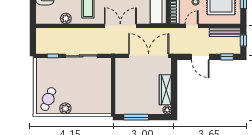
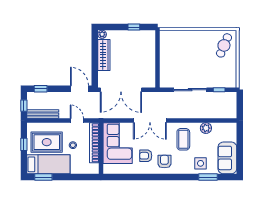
door: (192, 26) -> (77, 121), swing flipped
door: (200, 57) -> (80, 89), moved
plant: (65, 108) -> (206, 36), removed
window: (136, 117) -> (134, 27), width x0.46

